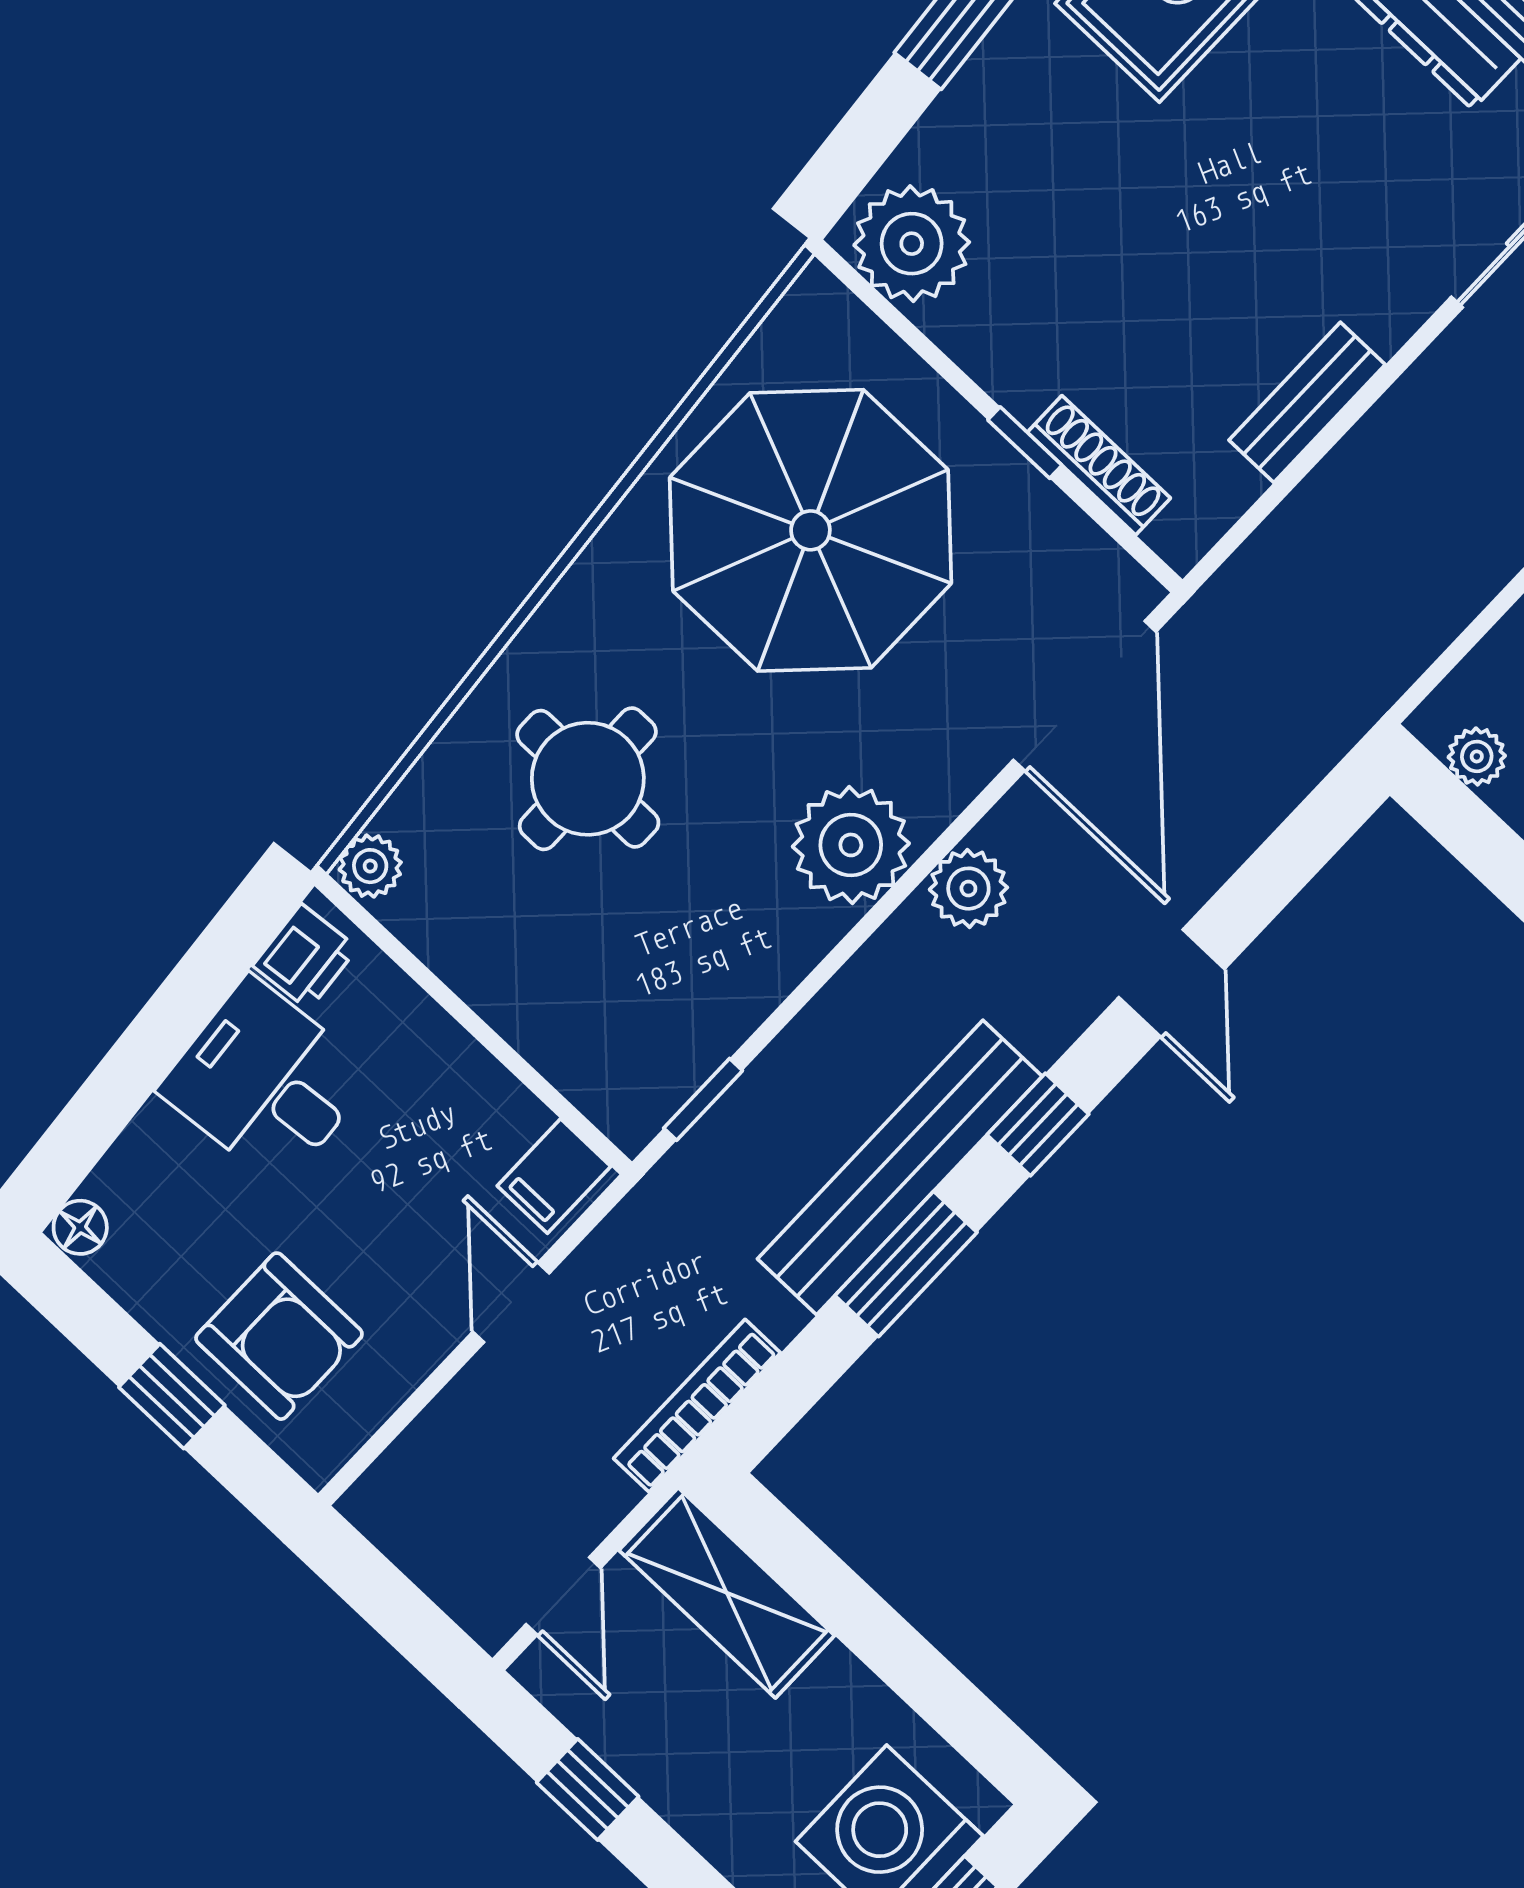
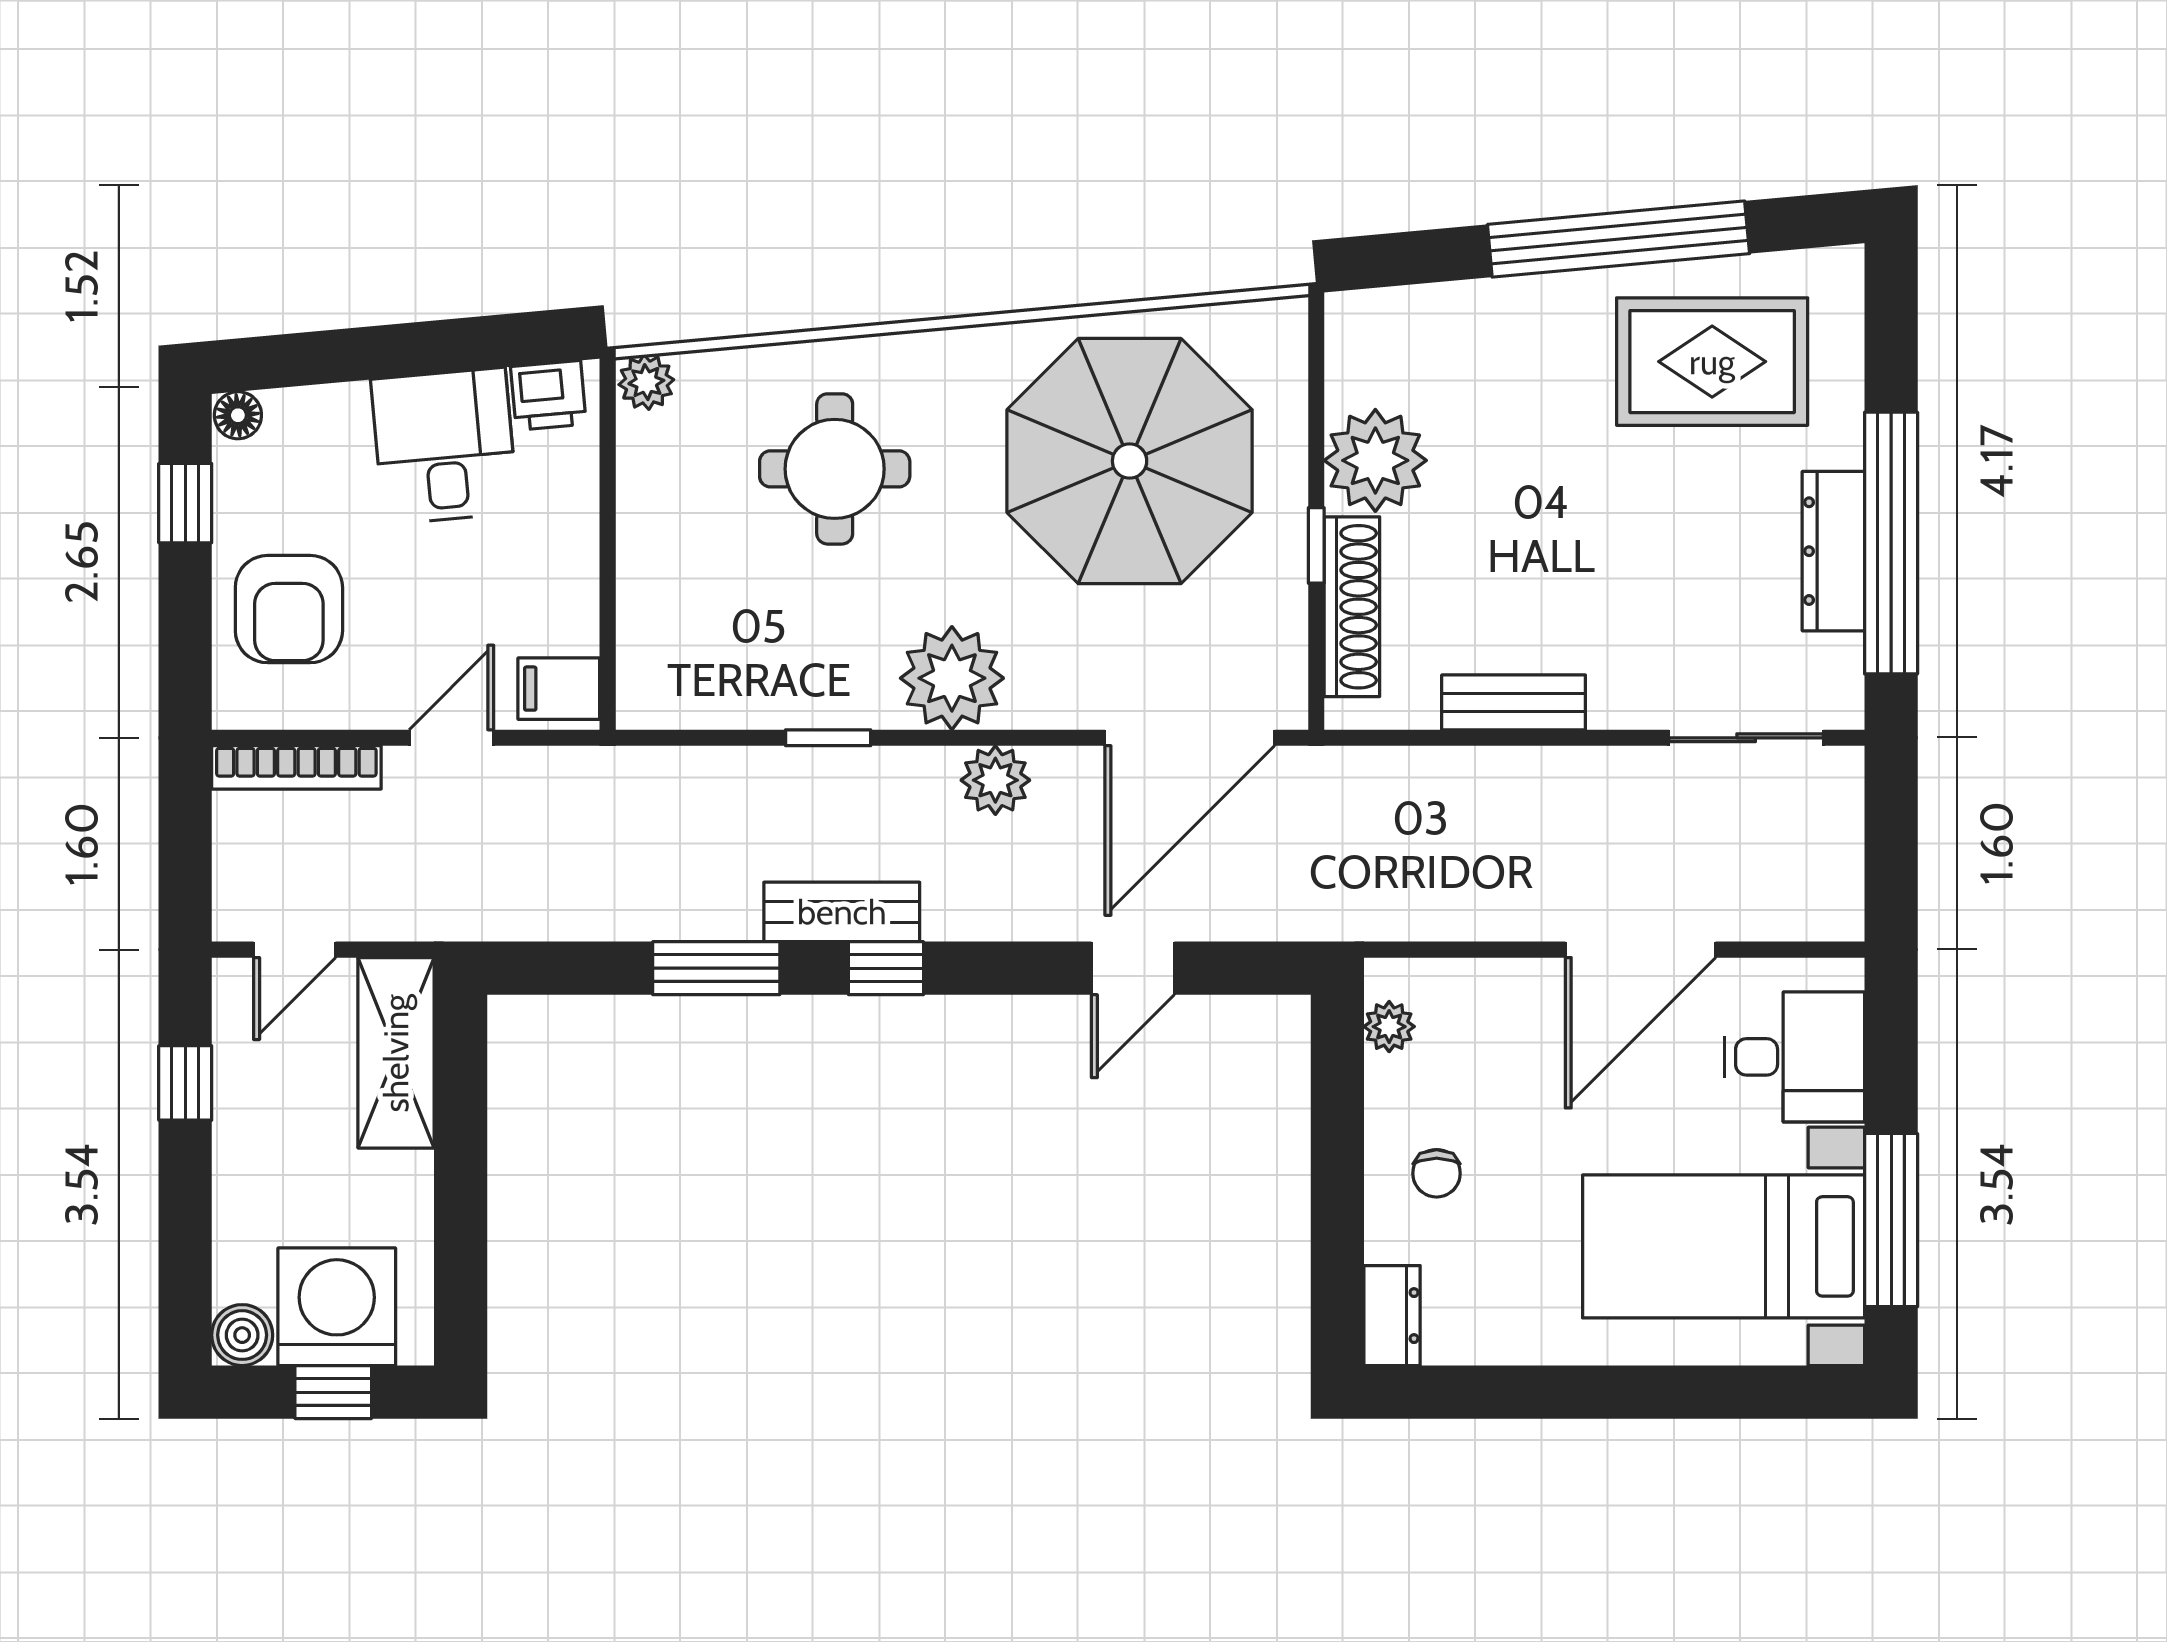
plant: (912, 244) -> (1375, 460), moved
shoe rack: (1099, 465) -> (1352, 607), width x1.36, depth x1.24
door: (1172, 983) -> (1133, 968), moved
window: (703, 1099) -> (828, 738), moved
bench: (900, 1168) -> (842, 912), width x0.54, depth x0.82
window: (172, 1396) -> (185, 503), moved
bookcase: (697, 1406) -> (296, 767), moved, turned 180

